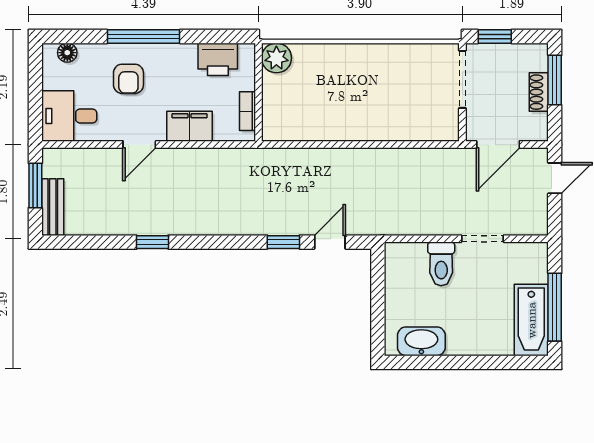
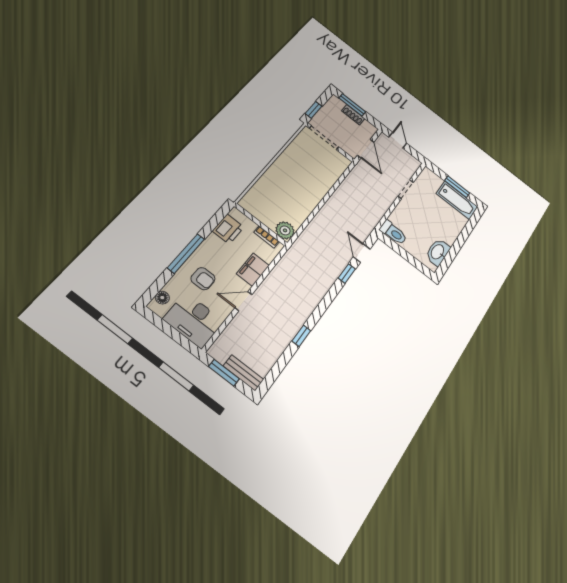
plant: (276, 58) -> (285, 230), moved
desk: (69, 116) -> (194, 320), width x1.37
door: (139, 145) -> (243, 301), swing flipped
toilet: (441, 264) -> (393, 233), moved
window: (555, 307) -> (457, 187), width x0.69

